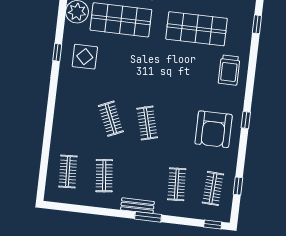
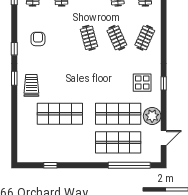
window: (257, 24) -> (14, 78), moved
clothes rail: (75, 114) -> (145, 38), added
armchair: (214, 129) -> (38, 39), width x0.53, depth x0.53

